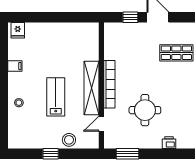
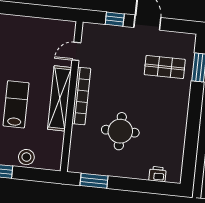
door: (101, 124) -> (76, 51), moved
printer: (169, 143) -> (157, 174), moved

